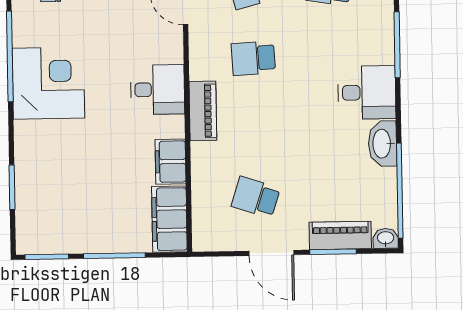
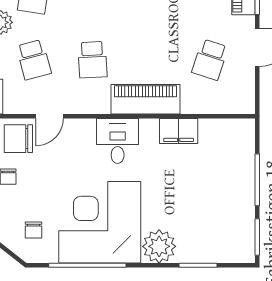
corner desk: (48, 83) -> (100, 222), width x1.36, depth x1.36
piano: (203, 111) -> (145, 99), width x1.37, depth x1.33
plant: (34, 141) -> (159, 246), added
filing cabinet: (169, 219) -> (227, 133), removed

